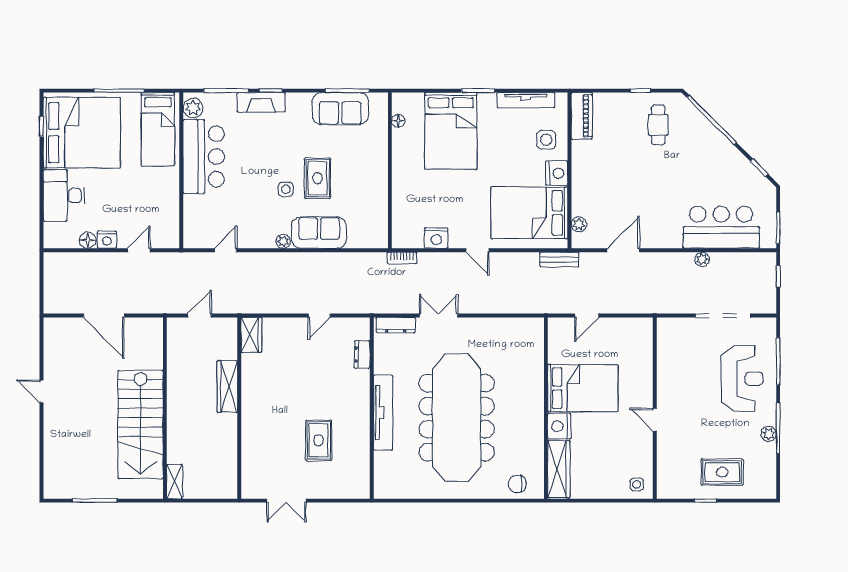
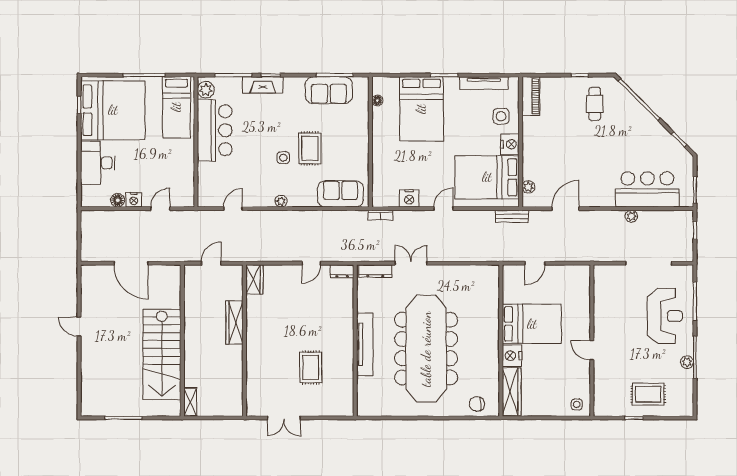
sofa: (319, 233) -> (340, 194), moved
door: (477, 250) -> (444, 209), swing flipped
dresser: (362, 355) -> (342, 271), moved, turned -90

